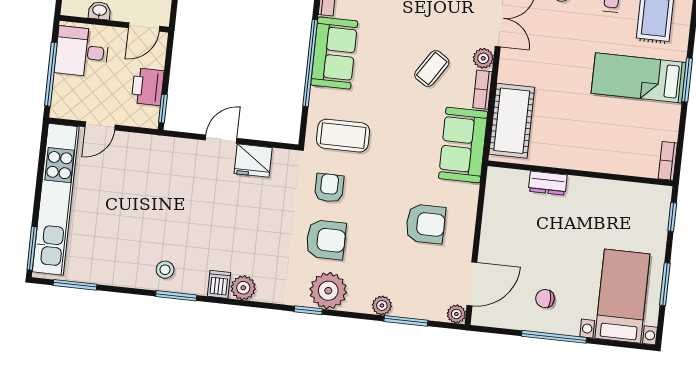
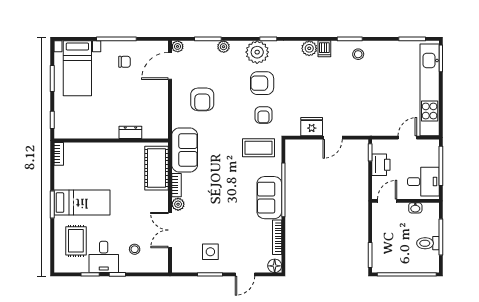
coffee table: (432, 68) -> (209, 195), removed
armchair: (426, 224) -> (202, 99), turned -90

